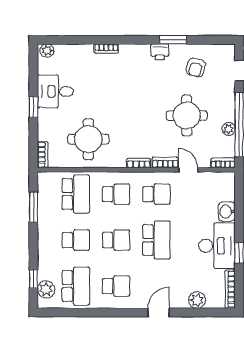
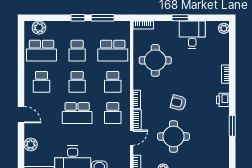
printer: (160, 52) -> (223, 100), moved
armchair: (196, 68) -> (178, 103), moved
window: (33, 279) -> (78, 18), moved

